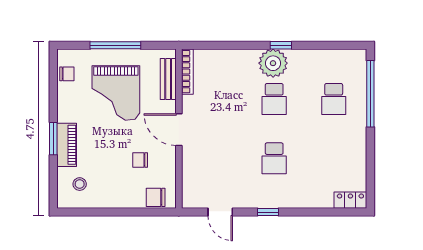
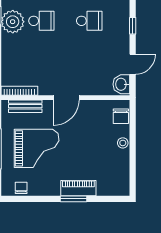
chair: (140, 160) -> (91, 129), removed
stool: (80, 184) -> (123, 143), moved
washbasin: (195, 198) -> (121, 84), added

